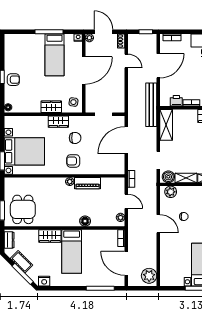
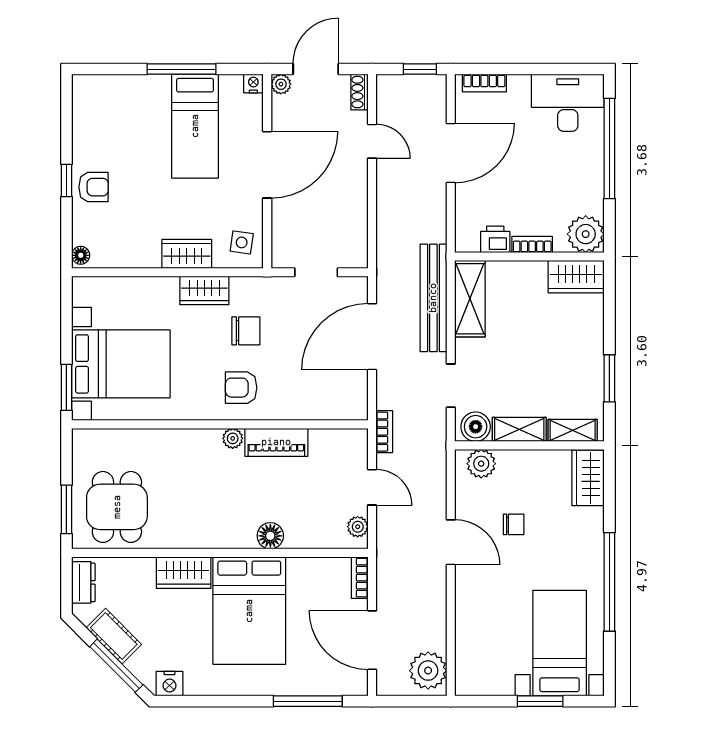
door: (104, 32) -> (316, 69), hinge flipped
bench: (151, 105) -> (433, 298), moved
bed: (72, 251) -> (249, 611), width x1.50

